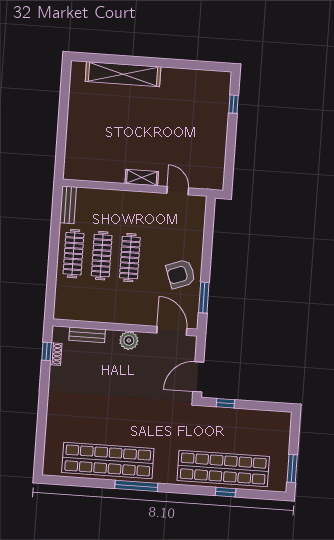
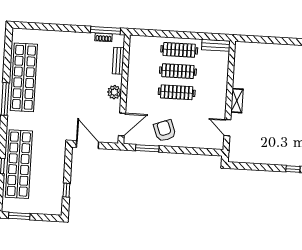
door: (178, 191) -> (227, 128), swing flipped
window: (47, 351) -> (105, 30), width x2.17
window: (225, 403) -> (66, 190), moved

